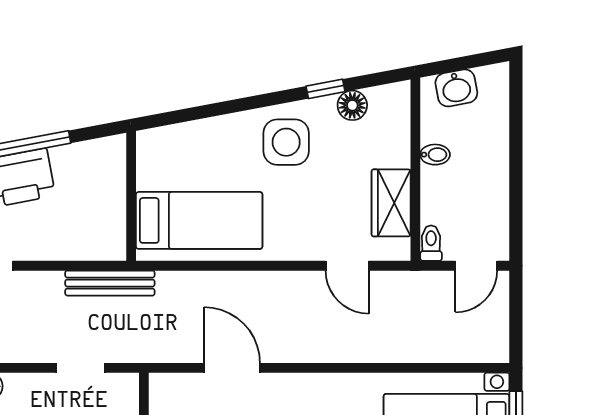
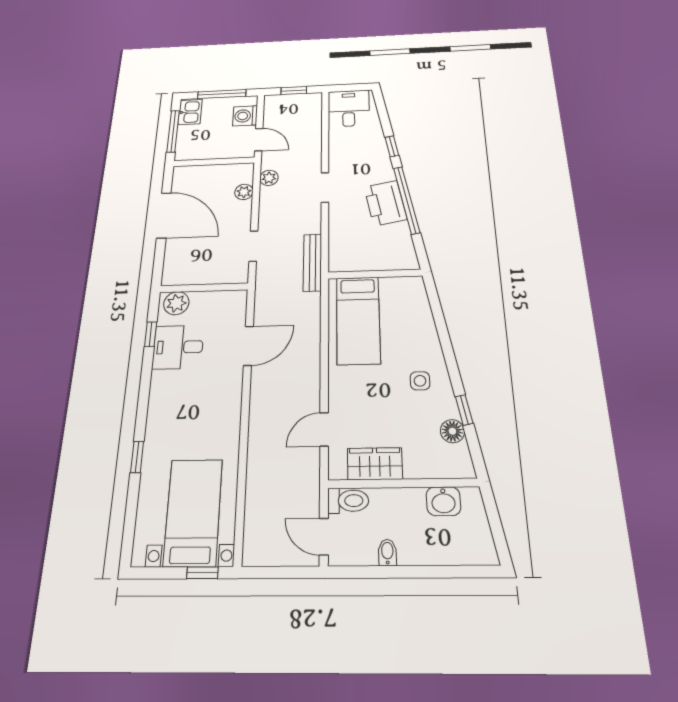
washbasin: (456, 88) -> (443, 501), moved, turned -79
side table: (286, 142) -> (420, 381), width x0.54, depth x0.54
bidet: (435, 155) -> (387, 552), moved, turned 180
toilet: (431, 243) -> (348, 501), width x1.37, depth x1.39

